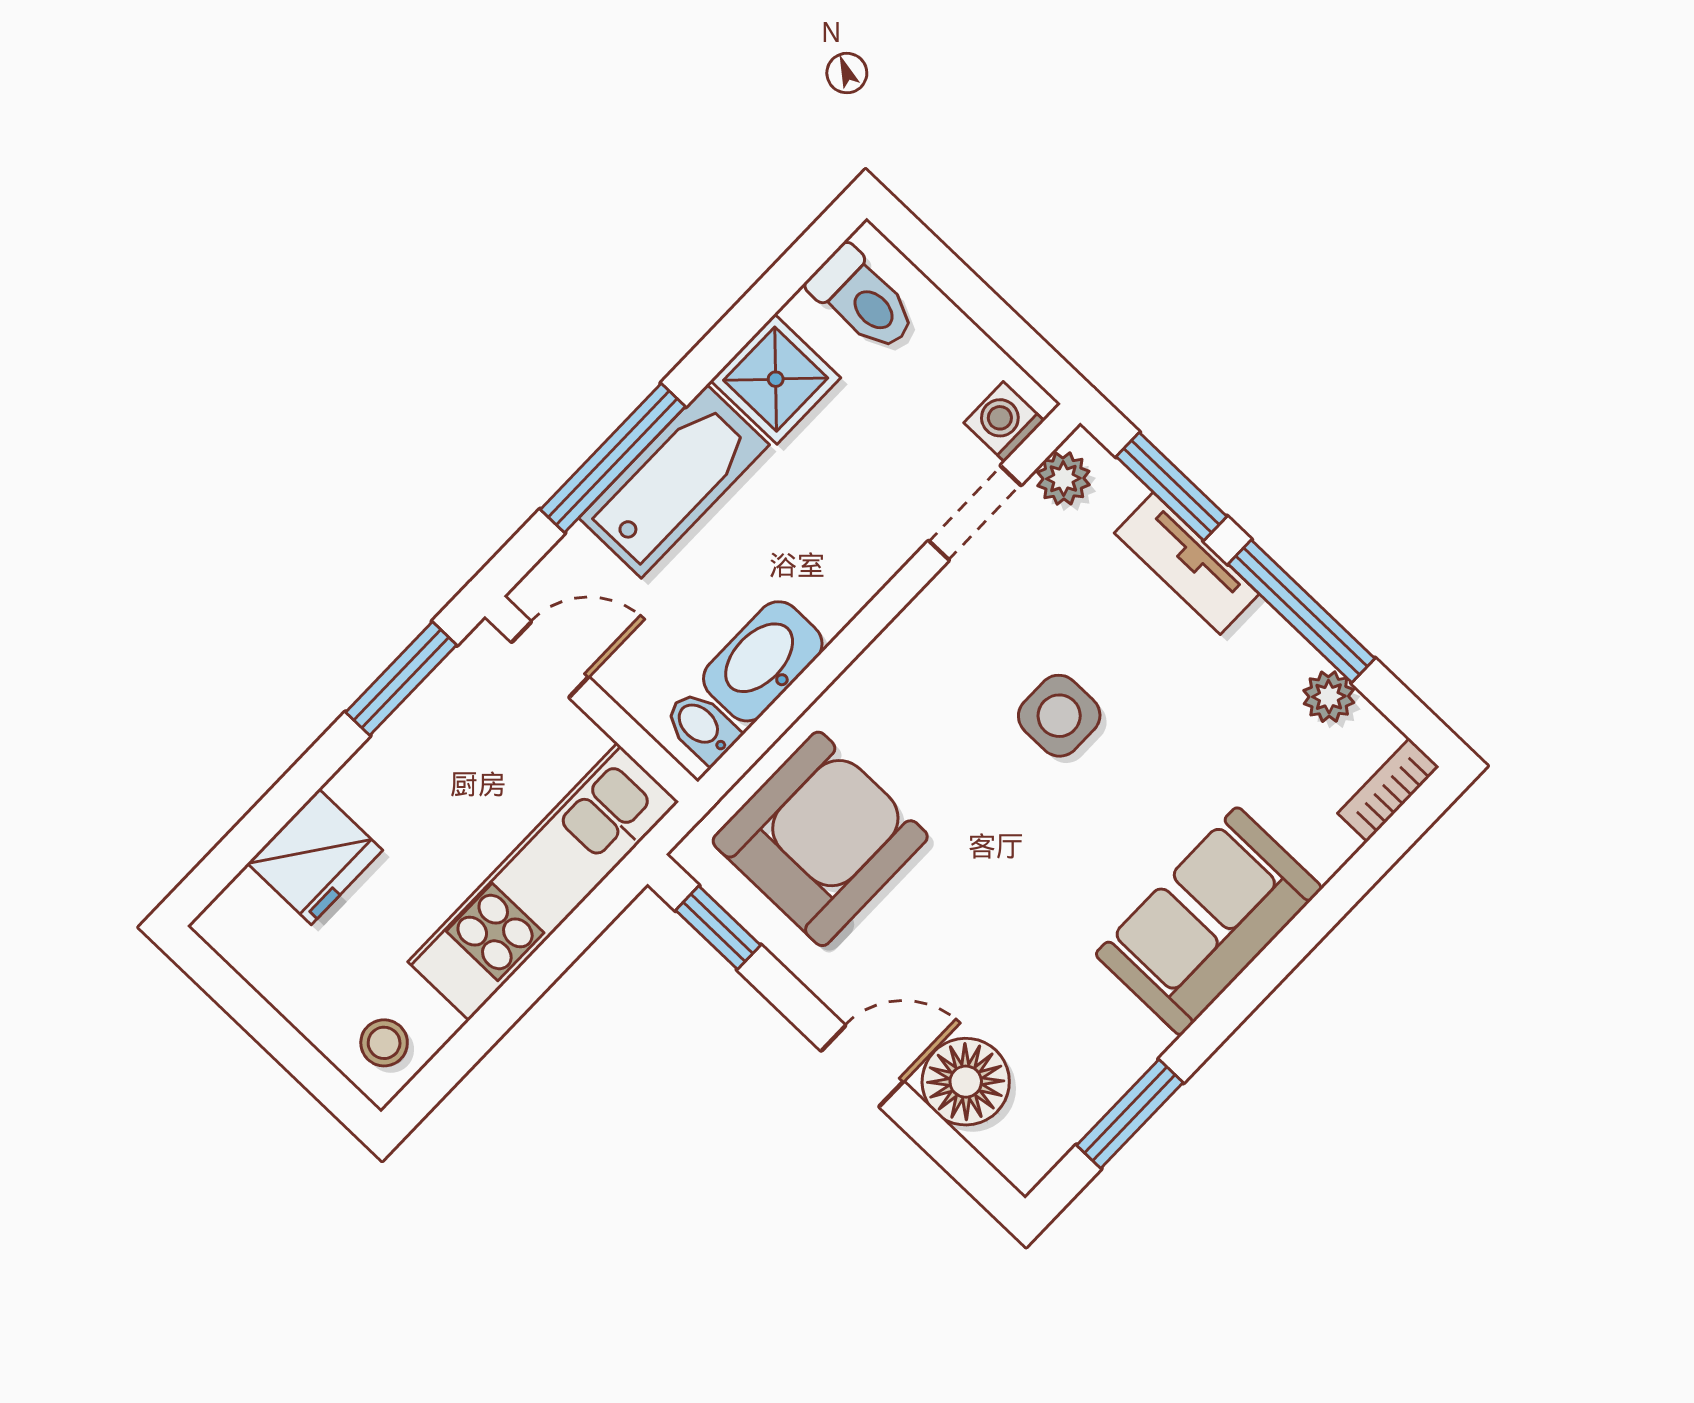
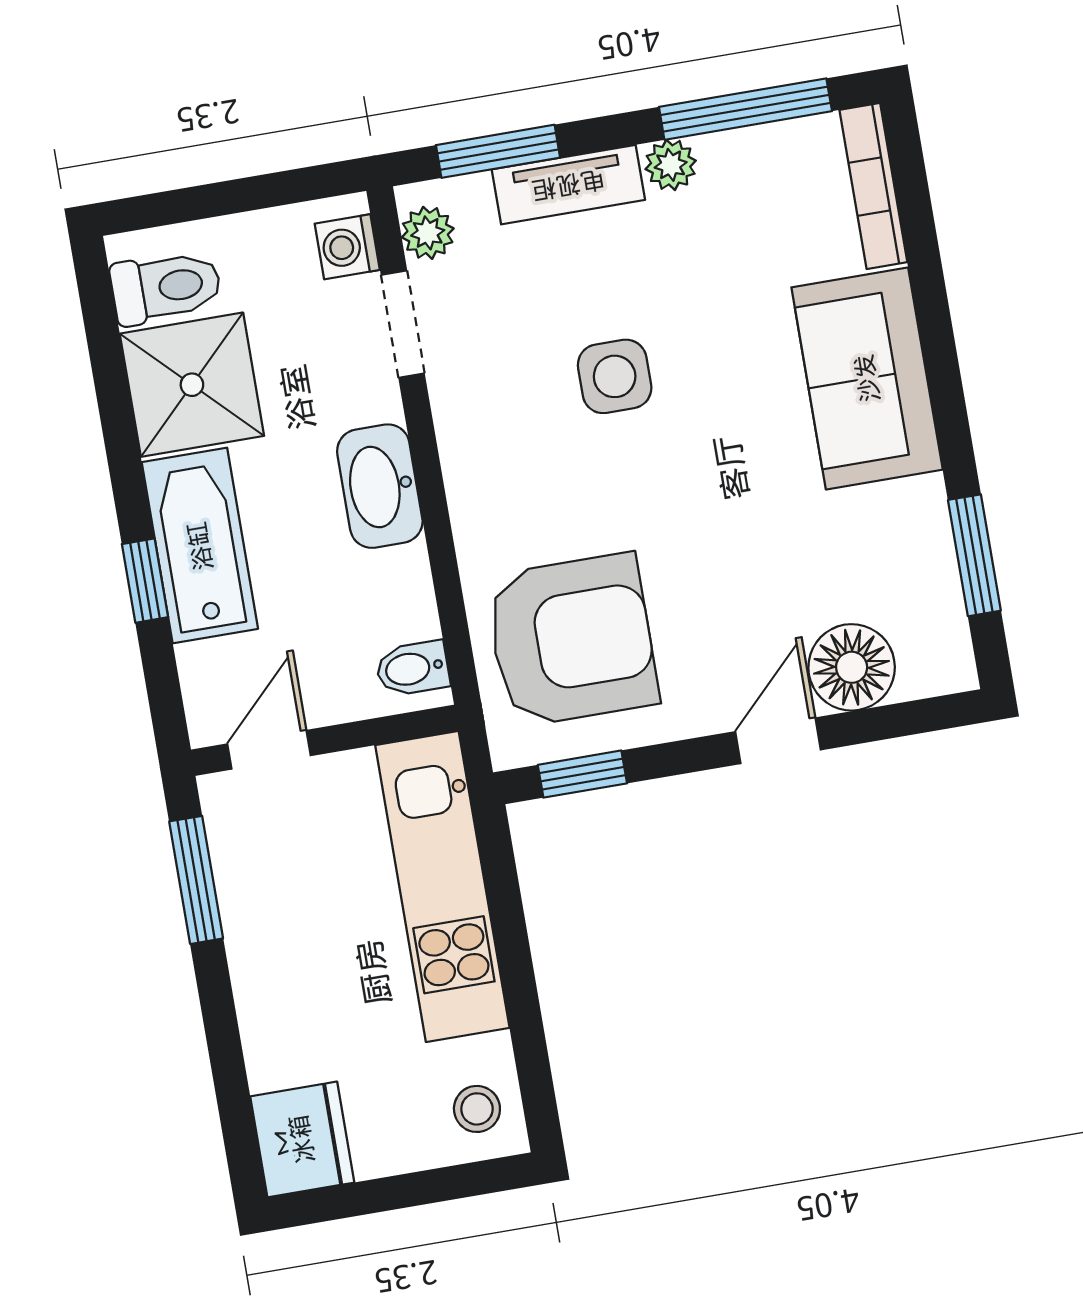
shower: (776, 379) -> (192, 385), width x1.36, depth x1.36
window: (613, 458) -> (145, 581), width x0.46
window: (1301, 611) -> (745, 109), moved
washbasin: (763, 661) -> (380, 486), moved
plant: (1329, 697) -> (671, 165), moved
bookcase: (1388, 790) -> (873, 186), width x1.56
armchair: (820, 839) -> (572, 640), turned 90
fridge: (315, 857) -> (302, 1139), moved

